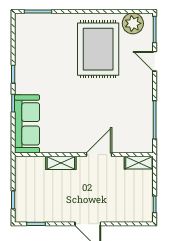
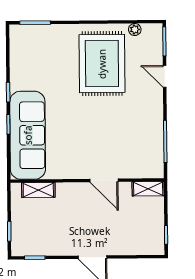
plant: (133, 23) -> (135, 30), width x0.53, depth x0.53
sofa: (27, 124) -> (28, 135), width x1.36, depth x1.27
door: (99, 155) -> (104, 180), swing flipped
shelving: (61, 163) -> (38, 190), moved

